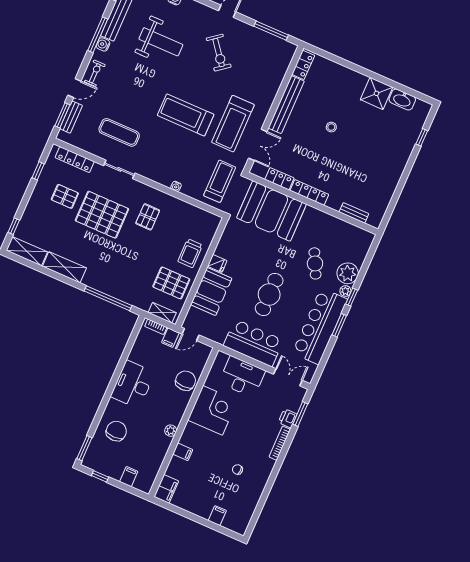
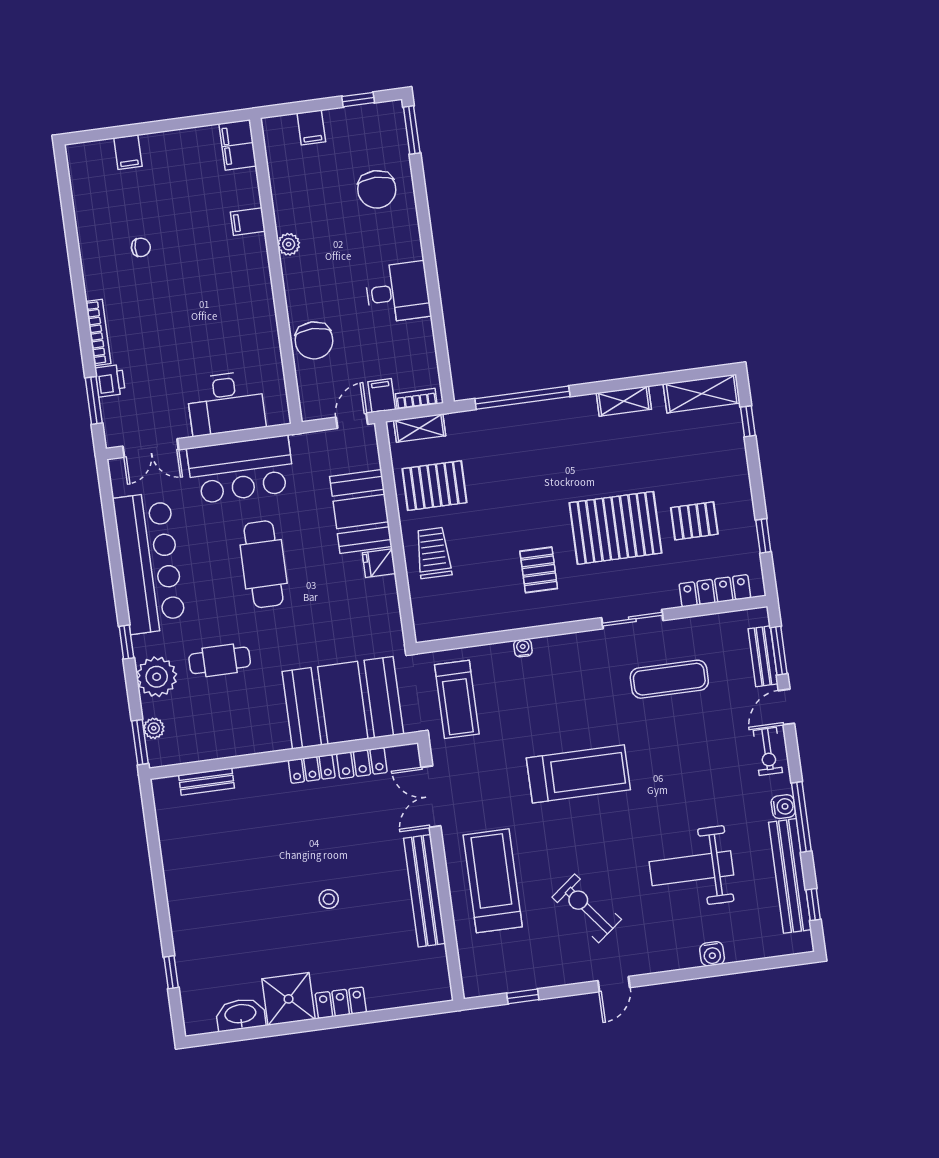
window: (271, 31) -> (523, 996), width x0.46
locker: (303, 65) -> (341, 1003), moved, turned 90
treadmill: (233, 124) -> (493, 881), moved
locker: (309, 192) -> (312, 769), width x0.66
cafe table: (315, 263) -> (220, 660), turned -63
shelving: (64, 267) -> (624, 401), width x0.67, depth x0.75
plant: (345, 291) -> (154, 728), moved
window: (339, 325) -> (140, 742), moved
desk: (133, 384) -> (398, 292), width x0.73
corner desk: (213, 410) -> (240, 319), removed

